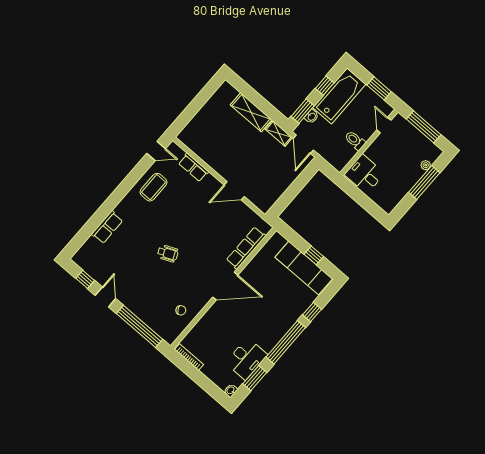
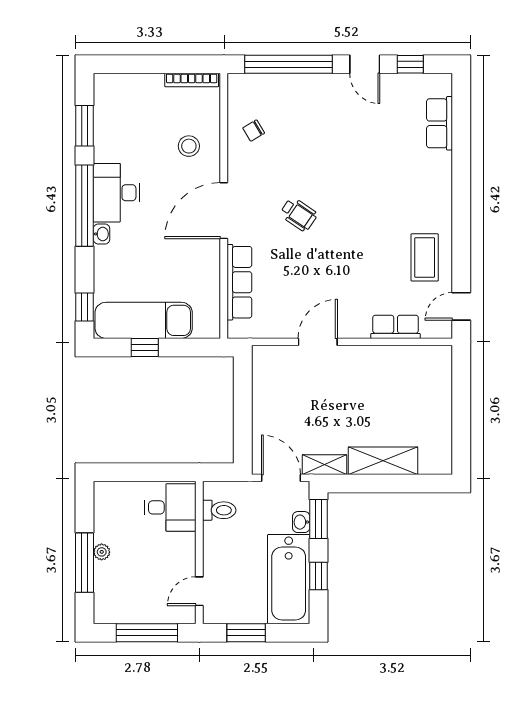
door: (384, 125) -> (199, 591), swing flipped
toilet: (355, 140) -> (219, 510), moved
plant: (426, 165) -> (102, 552), moved
row of seats: (107, 227) -> (440, 123), moved
wheelchair: (168, 253) -> (299, 214), moved, turned -122
window: (312, 312) -> (84, 307), moved
stool: (216, 328) -> (189, 146), added
desk: (246, 359) -> (116, 193), moved
washbasin: (231, 390) -> (102, 234), moved

